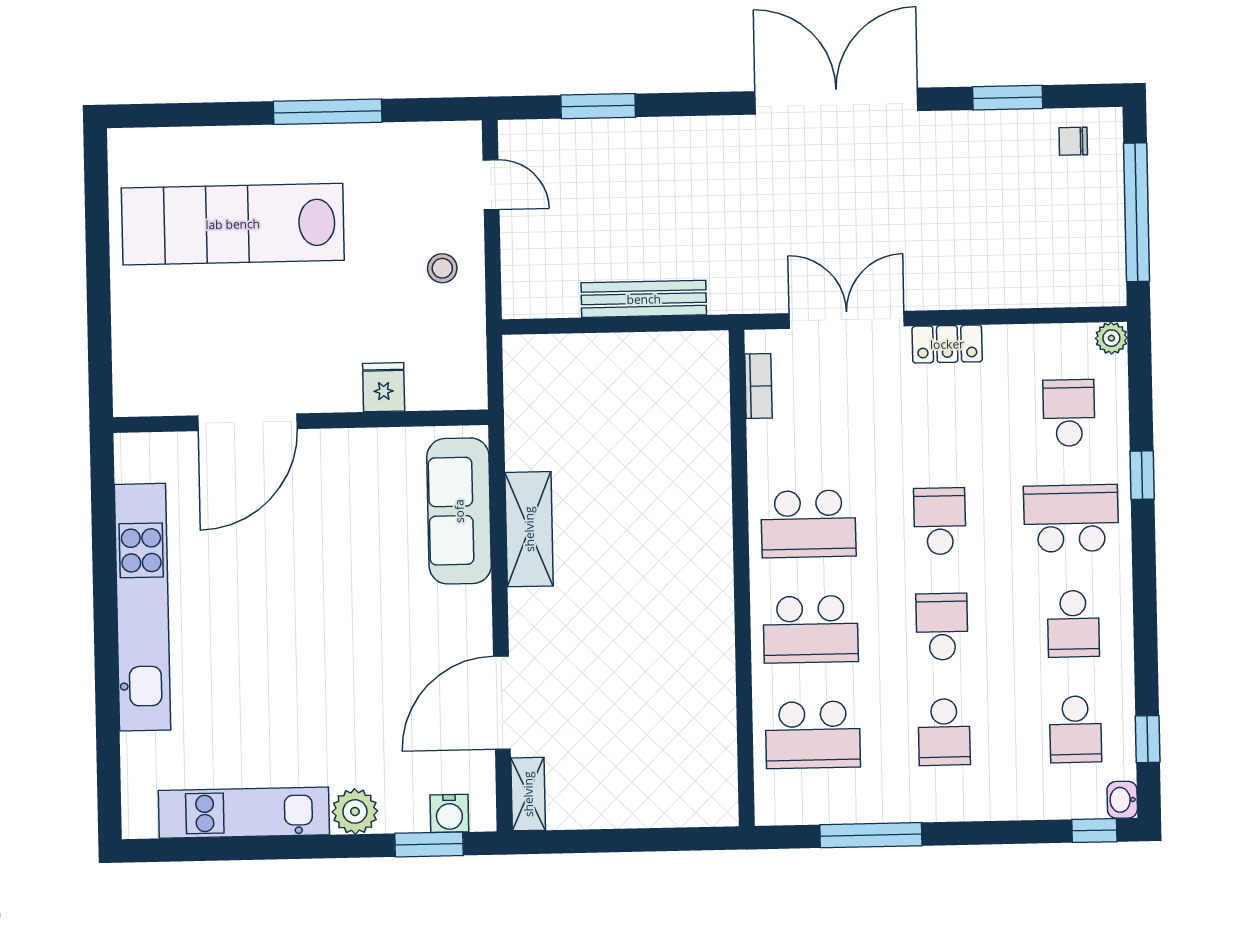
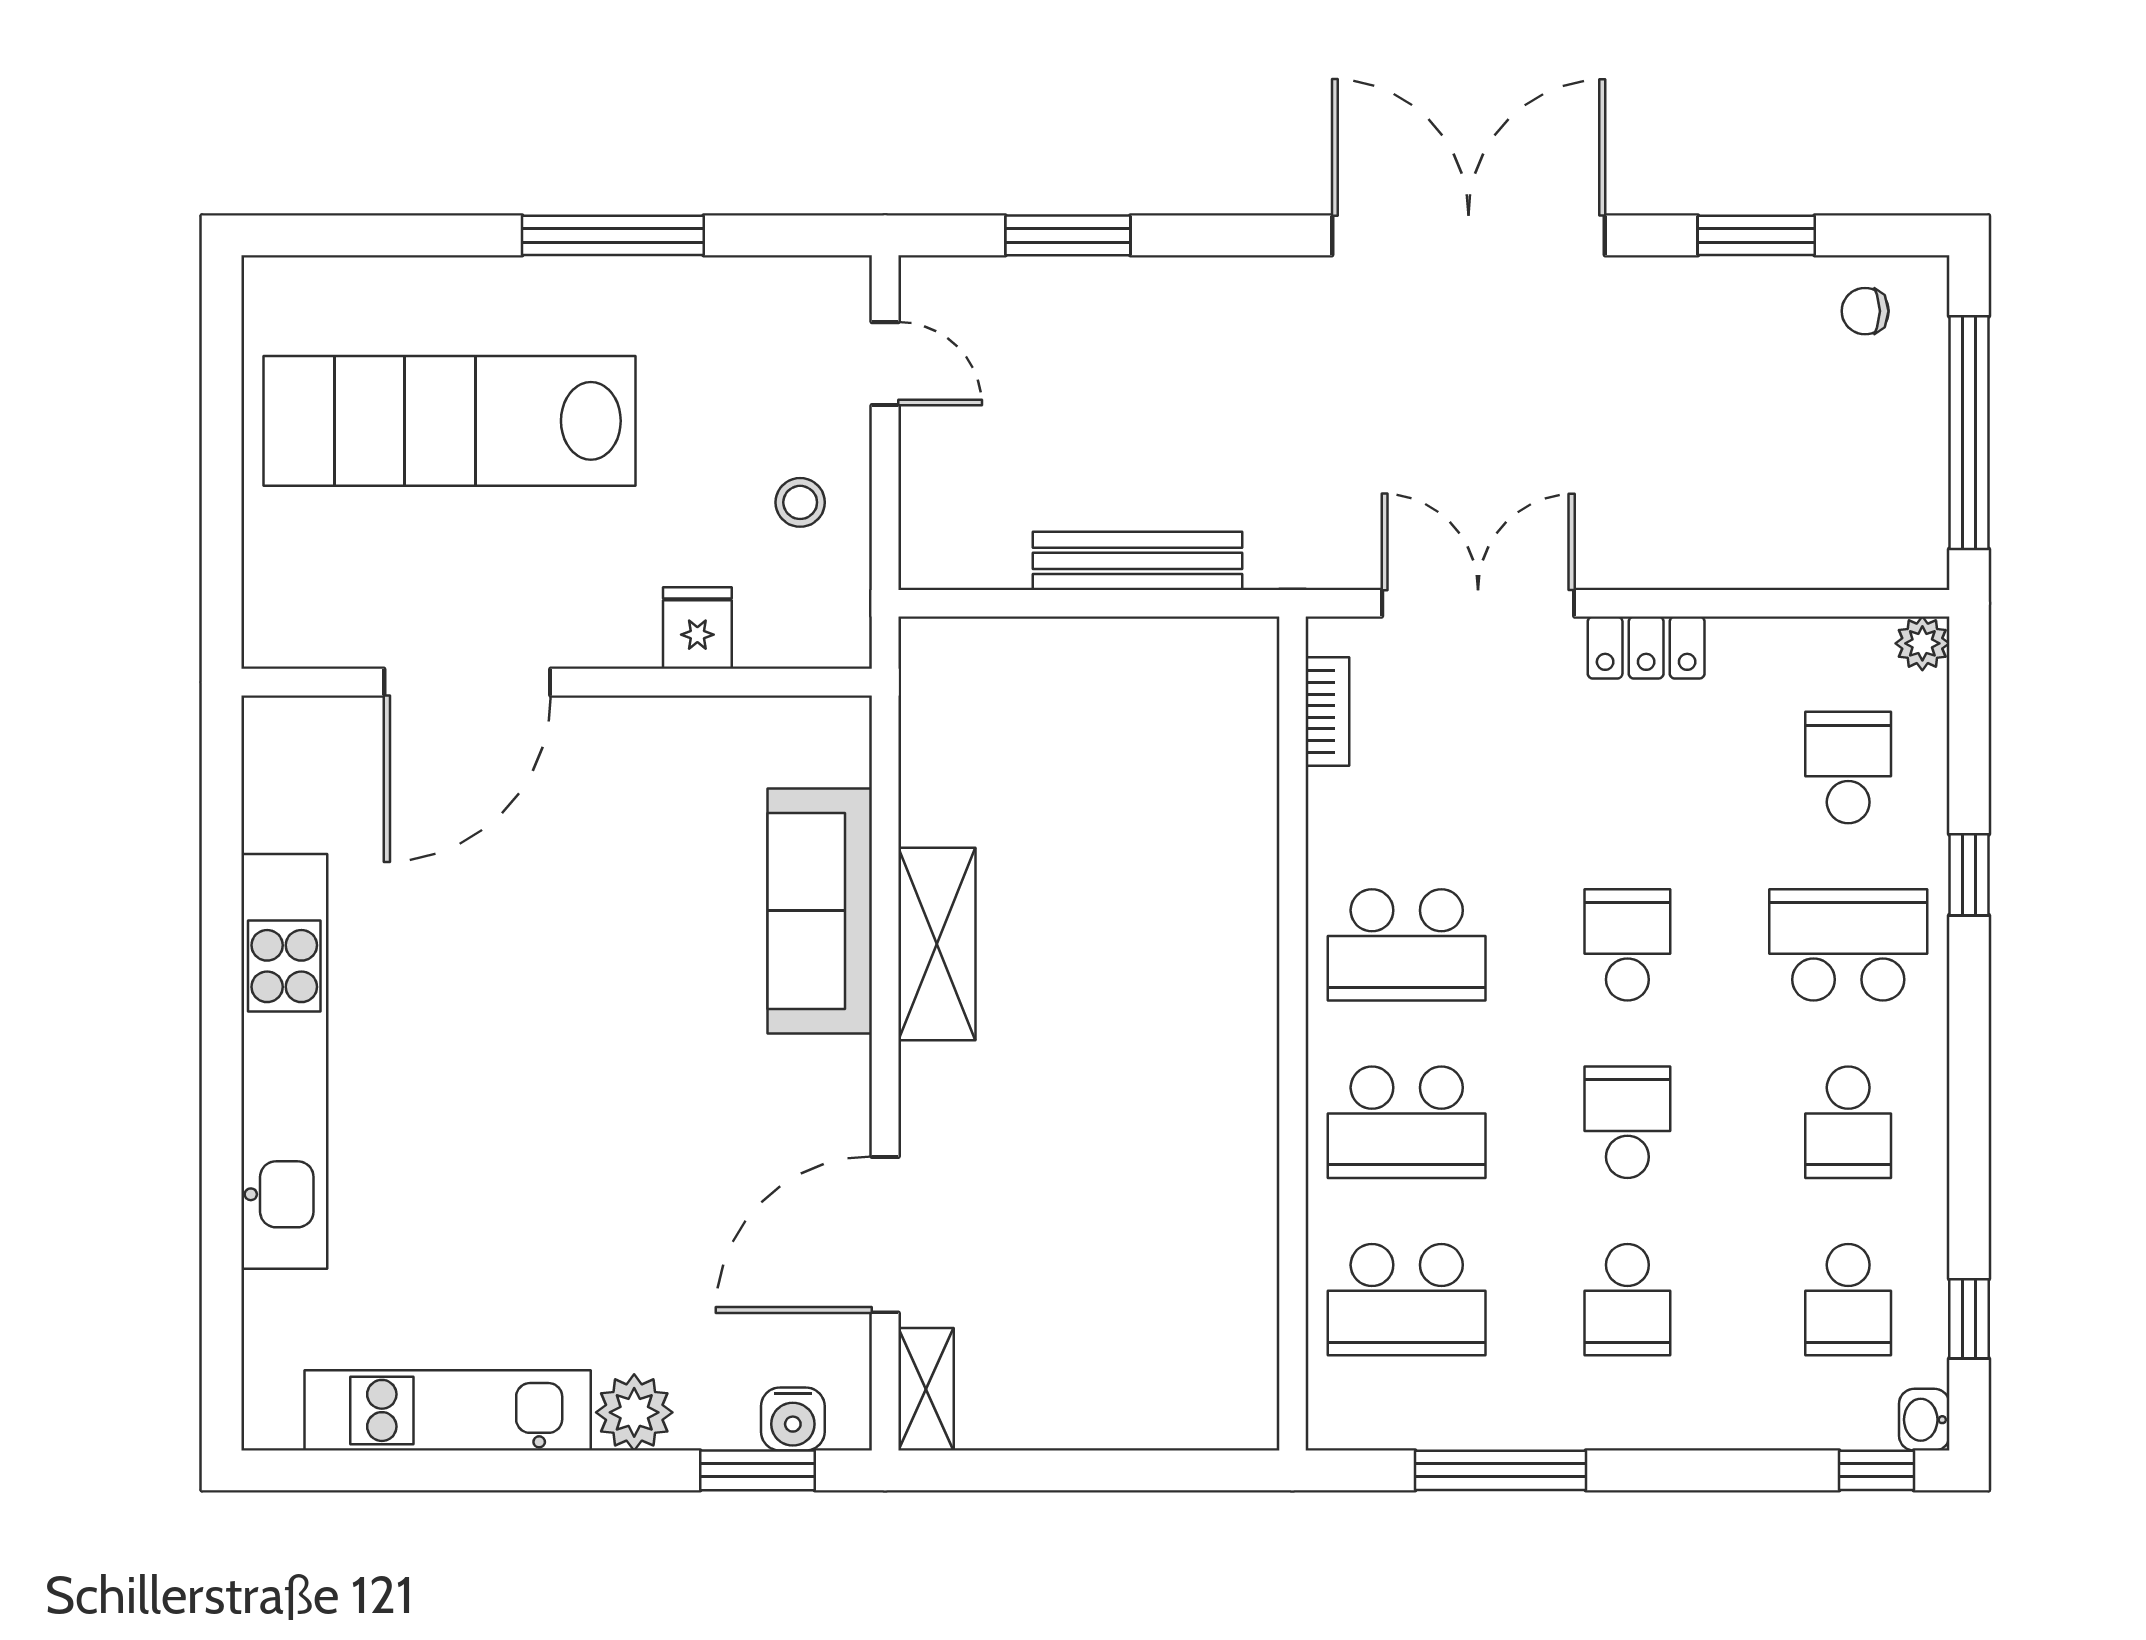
fridge: (384, 387) -> (697, 628), moved
wall: (301, 421) -> (557, 682), moved
door: (247, 422) -> (467, 682), moved

